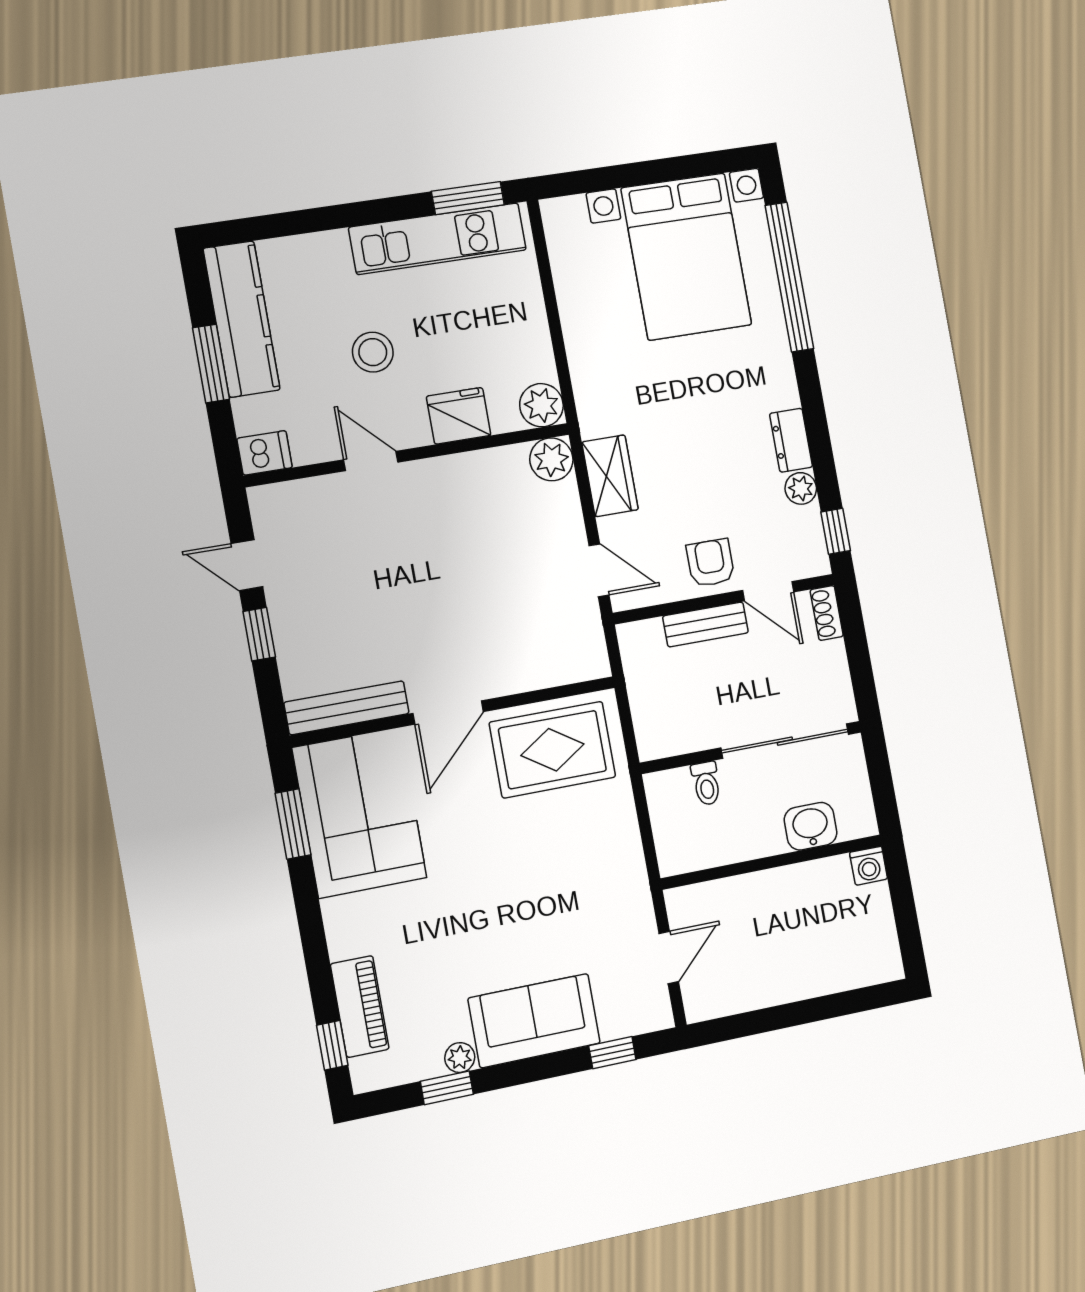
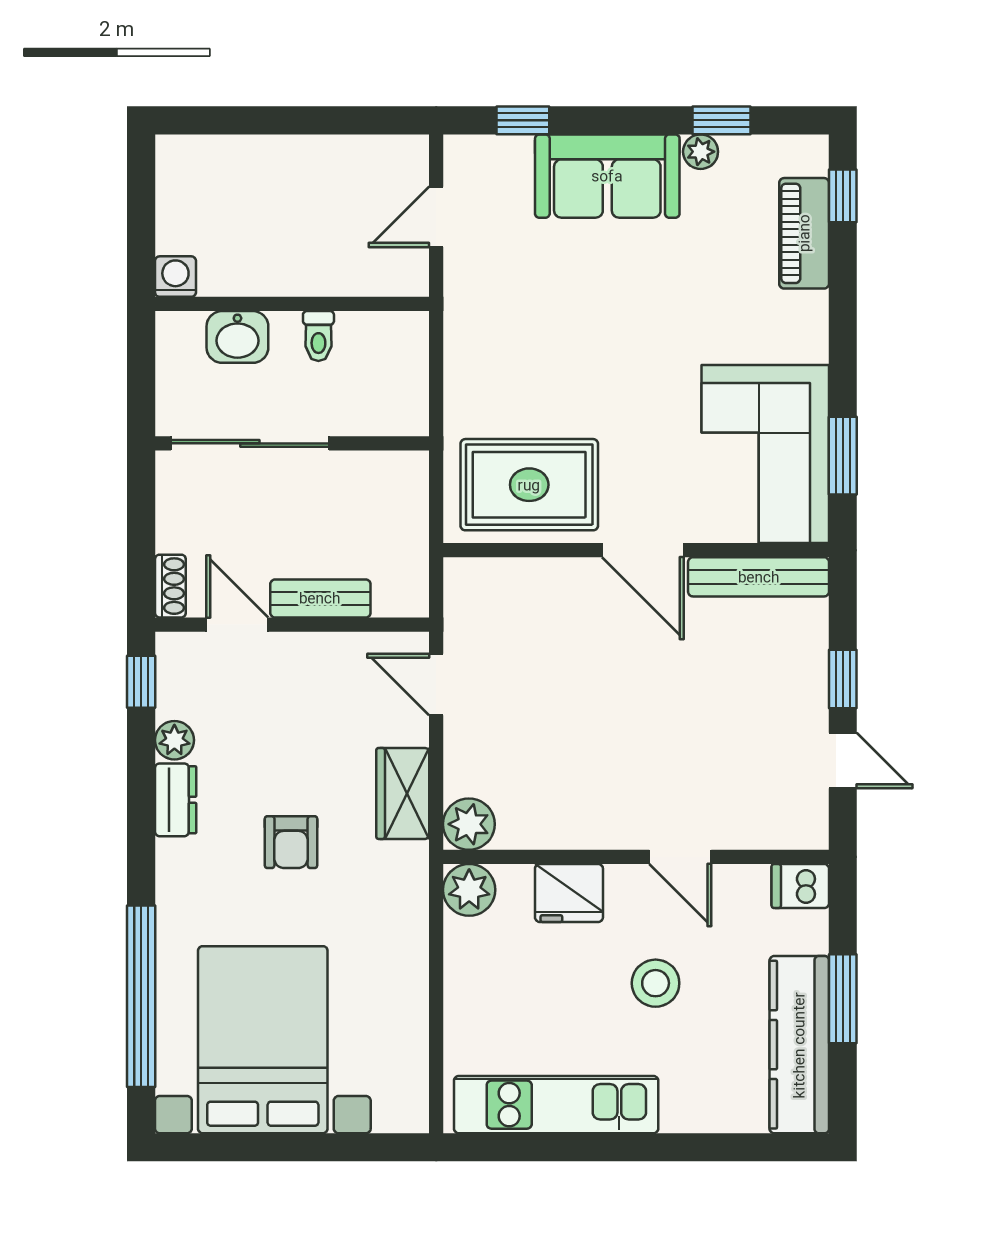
window: (468, 198) -> (512, 1147), removed
armchair: (711, 563) -> (291, 842), moved
door: (448, 712) -> (643, 550), swing flipped
toilet: (706, 783) -> (318, 336), moved, turned 180

